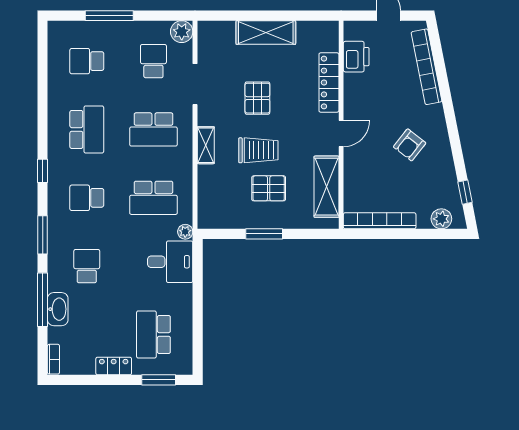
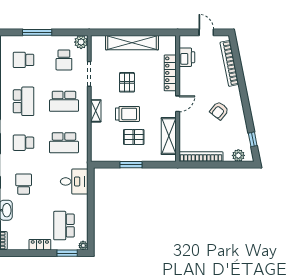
shelving: (266, 32) -> (132, 43), width x1.47
school desk: (153, 61) -> (64, 60), turned 180
plant: (185, 232) -> (83, 246), moved

